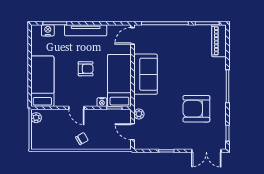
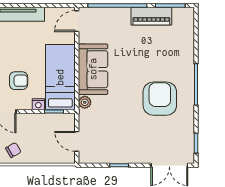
piano: (219, 41) -> (151, 16), moved, turned -90
armchair: (86, 69) -> (19, 81), moved
armchair: (196, 109) -> (160, 99), moved, turned 90
plant: (139, 114) -> (85, 102), moved

